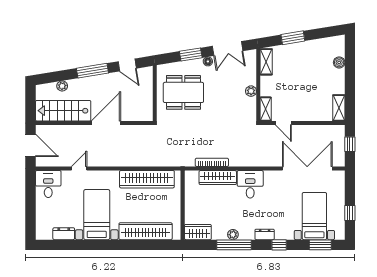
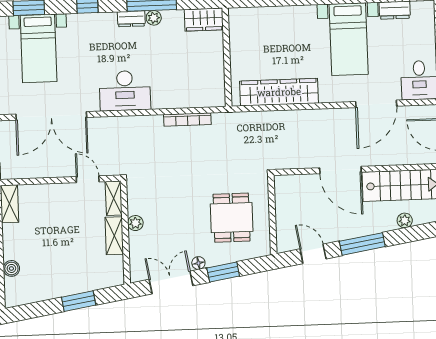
shelving: (266, 62) -> (114, 236), moved
dining table: (183, 92) -> (232, 218), width x0.73
door: (106, 123) -> (340, 170), hinge flipped
door: (79, 168) -> (376, 104), width x1.88
wardrobe: (218, 178) -> (178, 98), removed
desk: (250, 184) -> (125, 91), width x1.37
wardrobe: (146, 231) -> (278, 18), removed
dresser: (265, 234) -> (131, 19), moved

